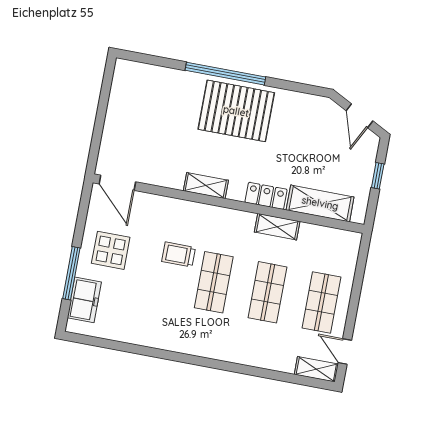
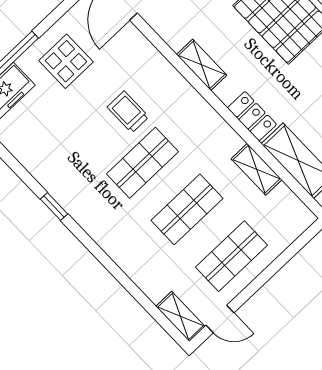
shelving: (277, 227) -> (257, 169), moved
door: (345, 351) -> (220, 319), swing flipped
window: (175, 356) -> (54, 206), added

